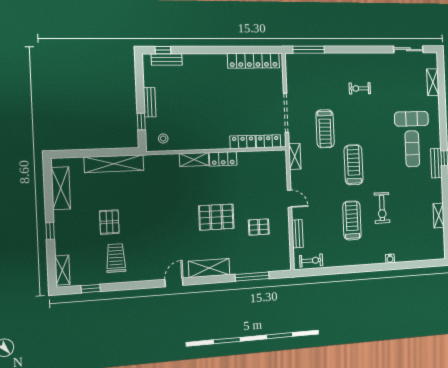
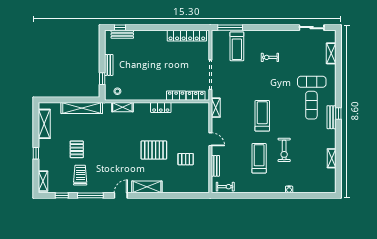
treadmill: (325, 129) -> (237, 46), moved
shelving: (194, 160) -> (122, 107), moved
window: (252, 277) -> (90, 195), moved

